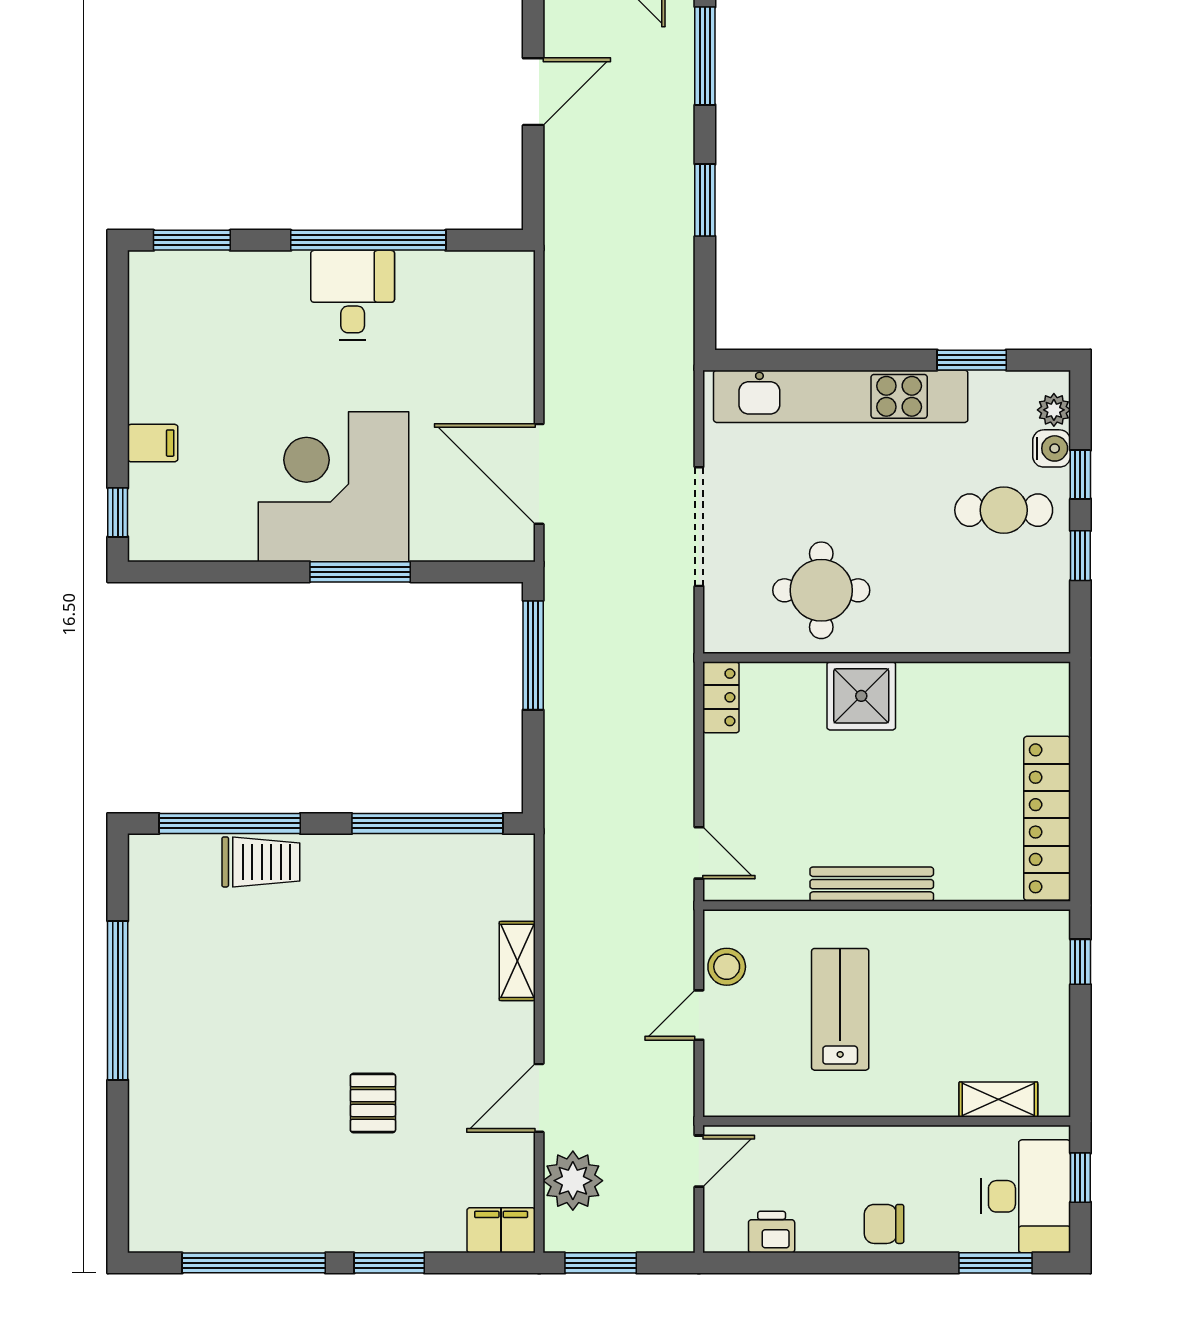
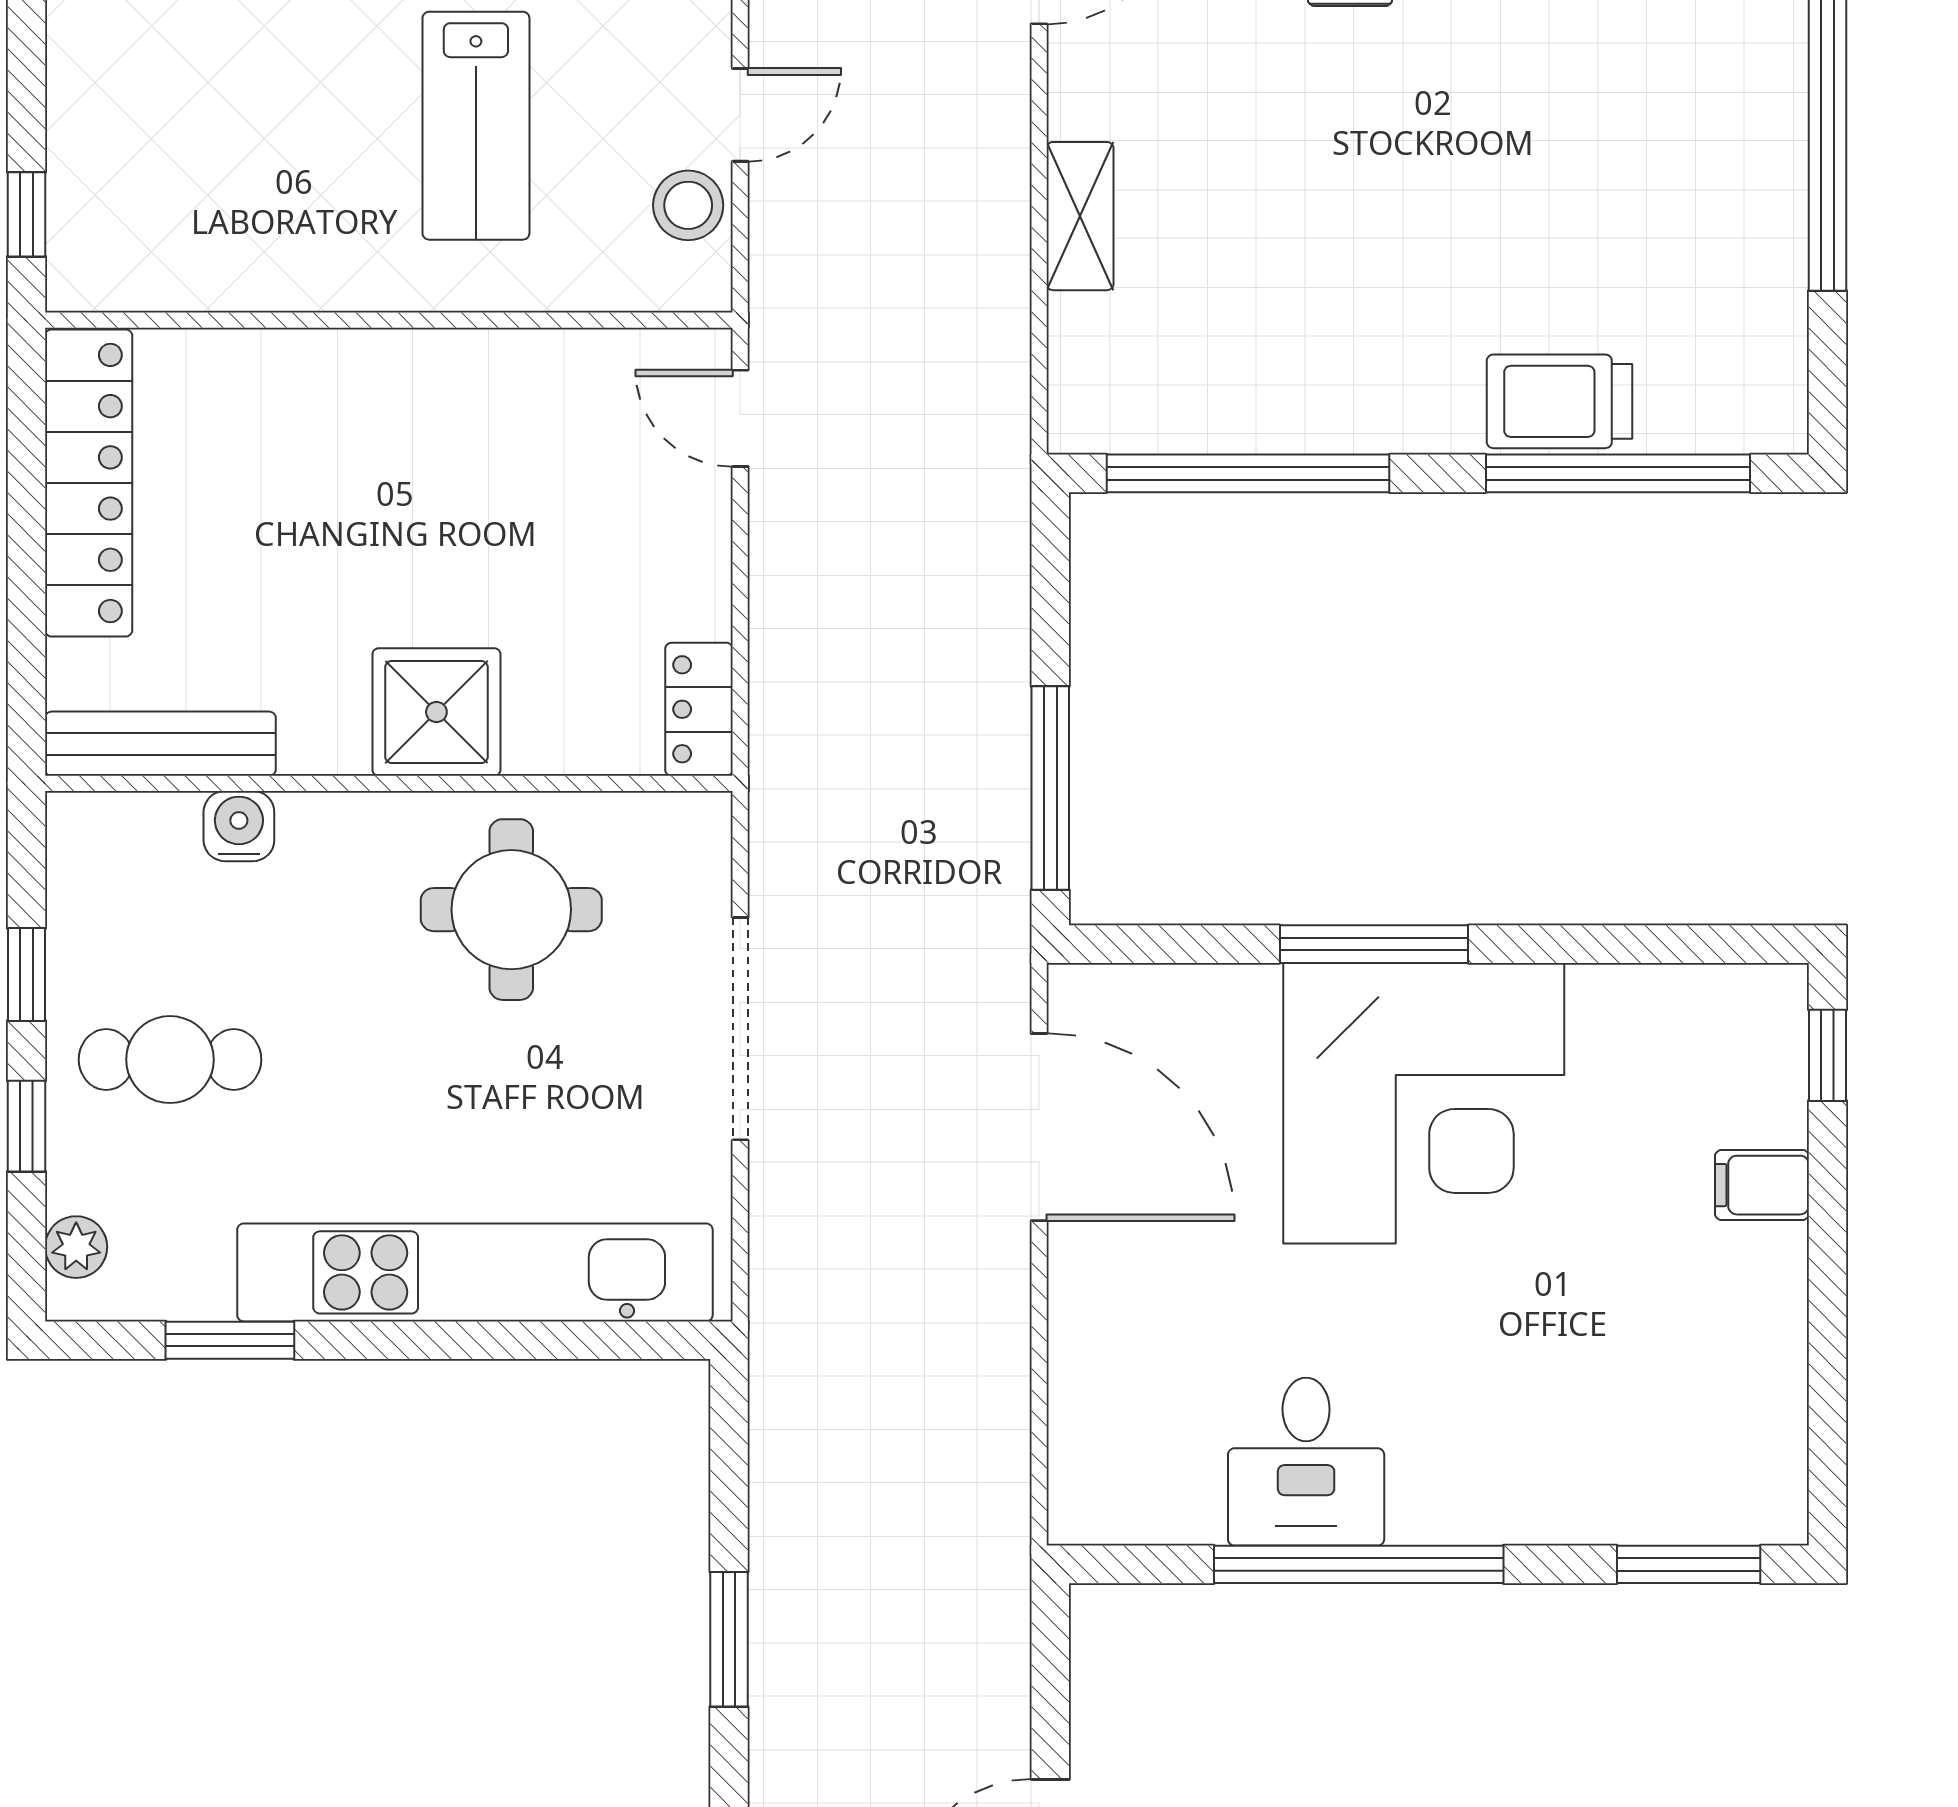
desk: (353, 295) -> (1306, 1462), moved
water cooler: (1052, 448) -> (239, 826), moved, turned 90
bench: (872, 884) -> (160, 744), moved

